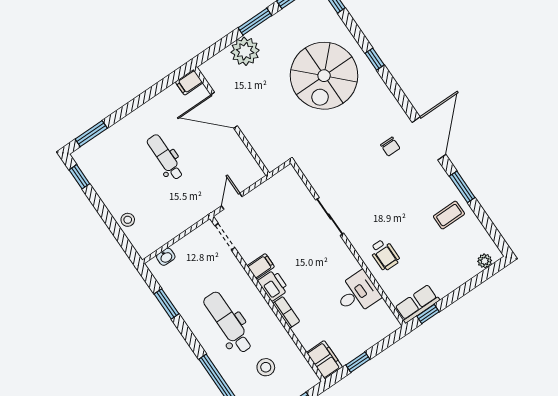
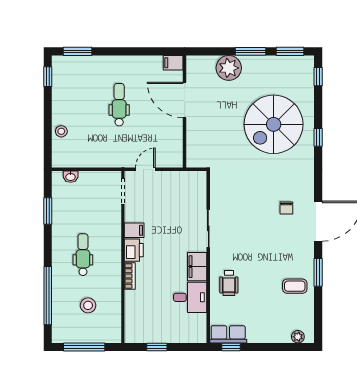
dental chair: (228, 322) -> (83, 255), width x0.73, depth x0.72
filing cabinet: (324, 360) -> (197, 267), moved, turned 180

